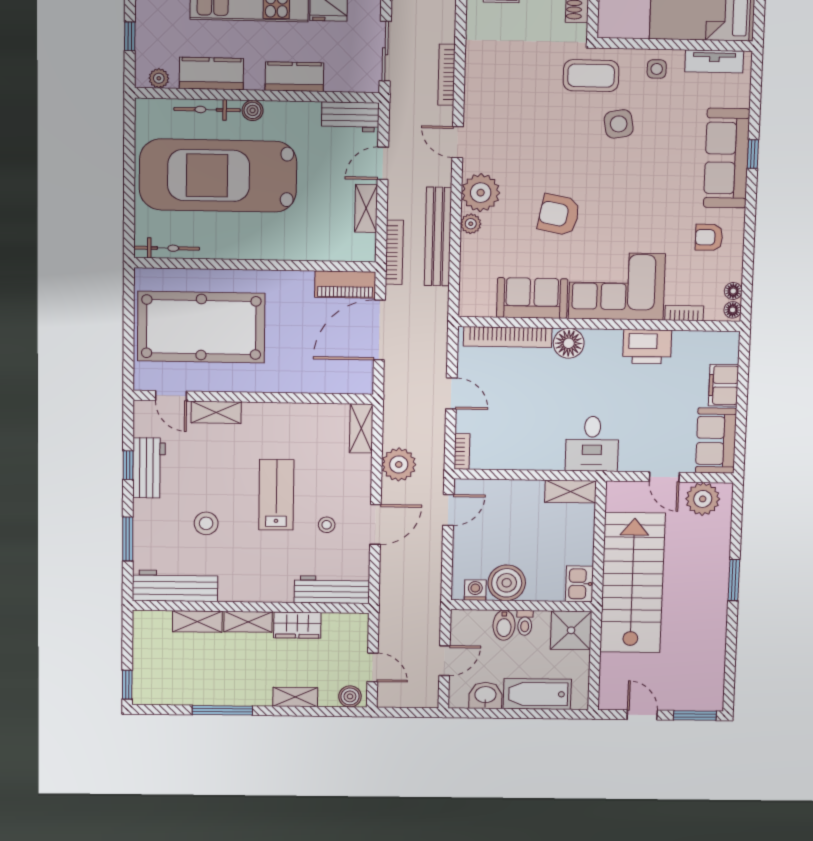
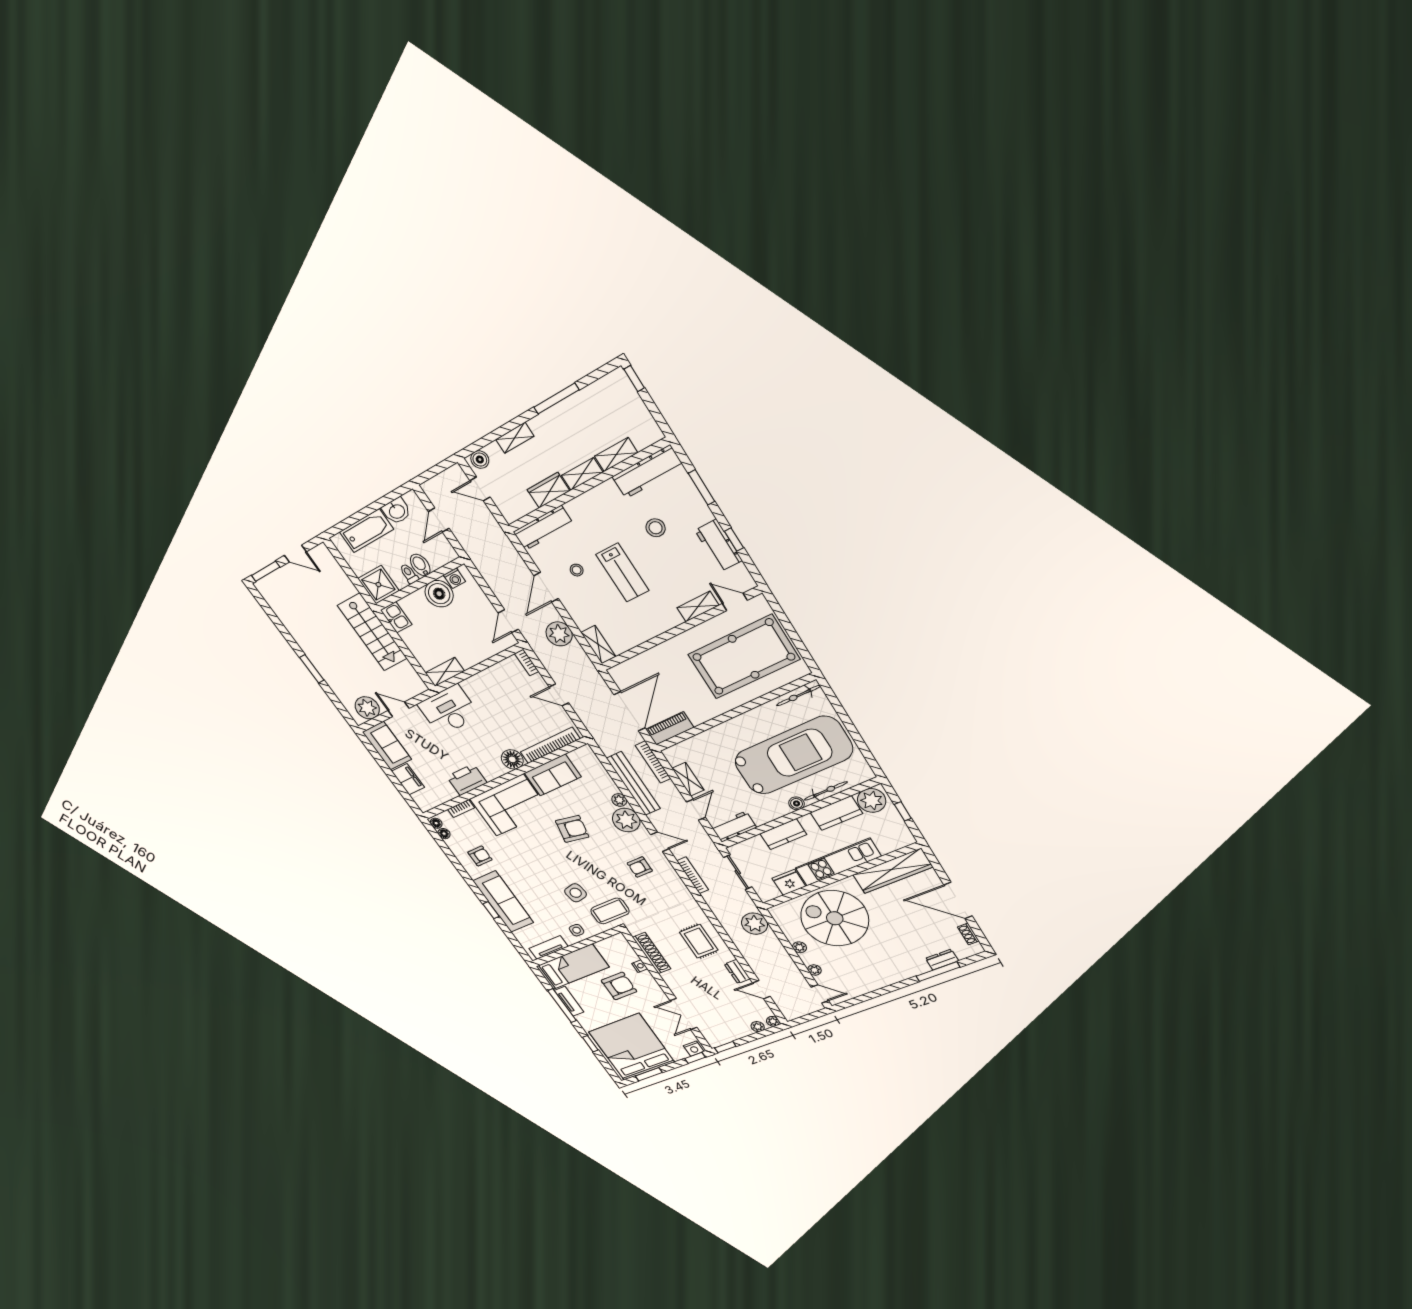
plant: (159, 78) -> (872, 800), width x1.88, depth x1.88
armchair: (508, 120) -> (640, 867), added
desk: (592, 444) -> (449, 710), width x1.37
stairs: (632, 583) -> (372, 632), width x0.73, depth x0.66

